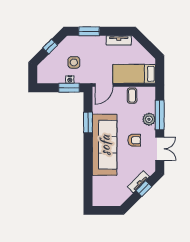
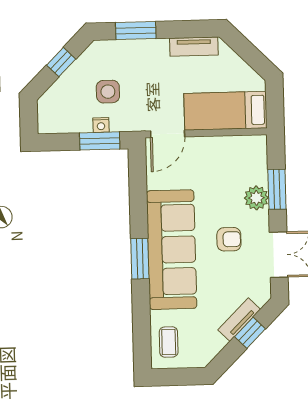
coffee table: (132, 96) -> (169, 342), moved
window: (160, 115) -> (277, 189), width x0.69
window: (88, 122) -> (140, 259), moved

